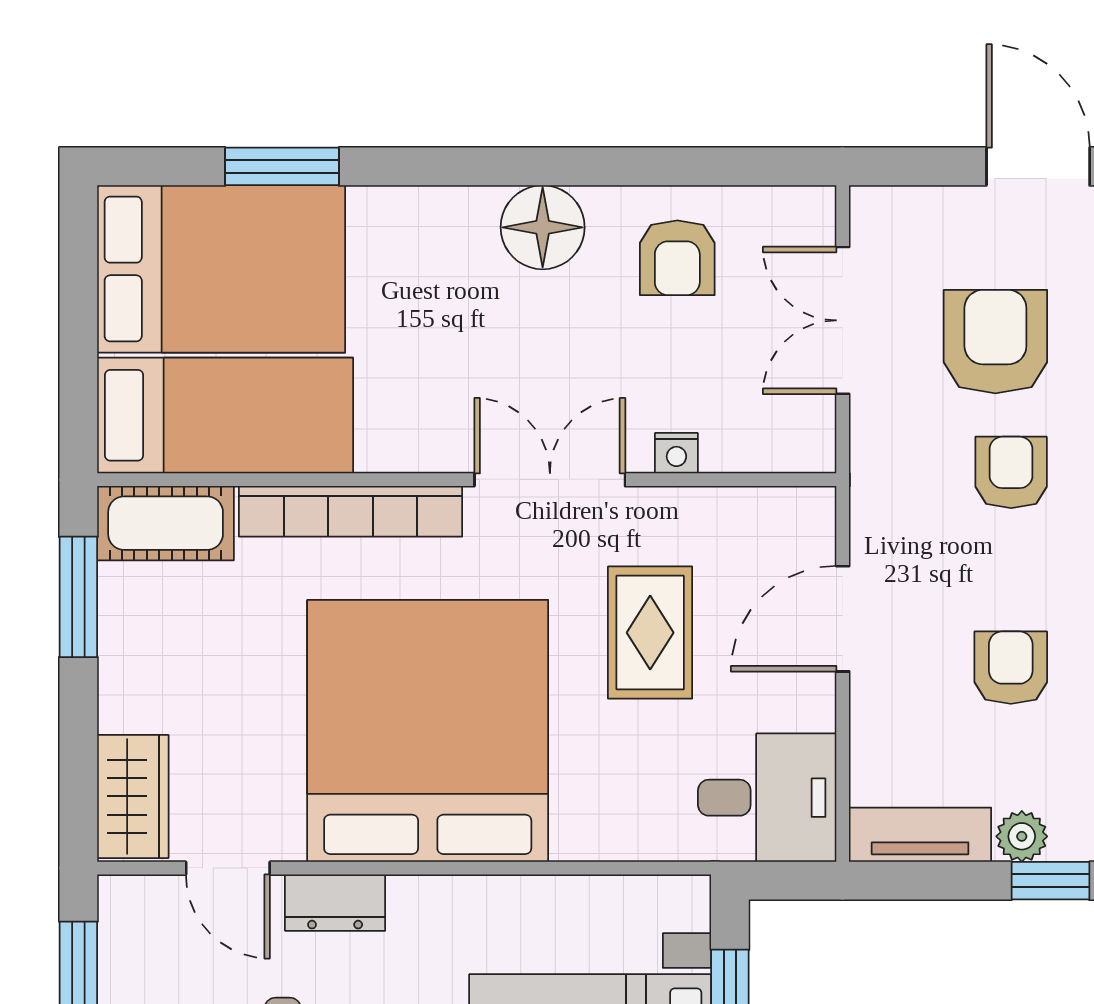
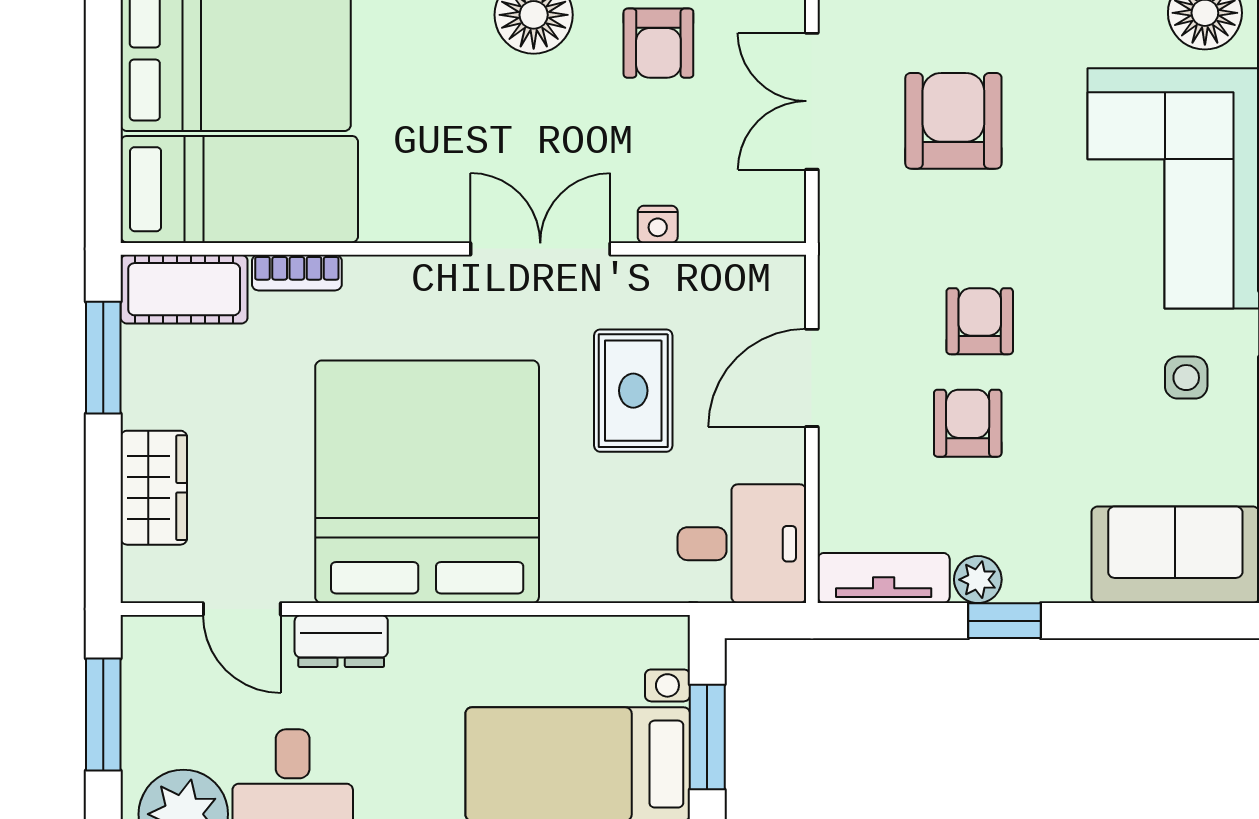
armchair: (1011, 472) -> (980, 321), moved
bookcase: (351, 511) -> (297, 273), width x0.43, depth x0.76
wardrobe: (133, 796) -> (154, 488), moved

